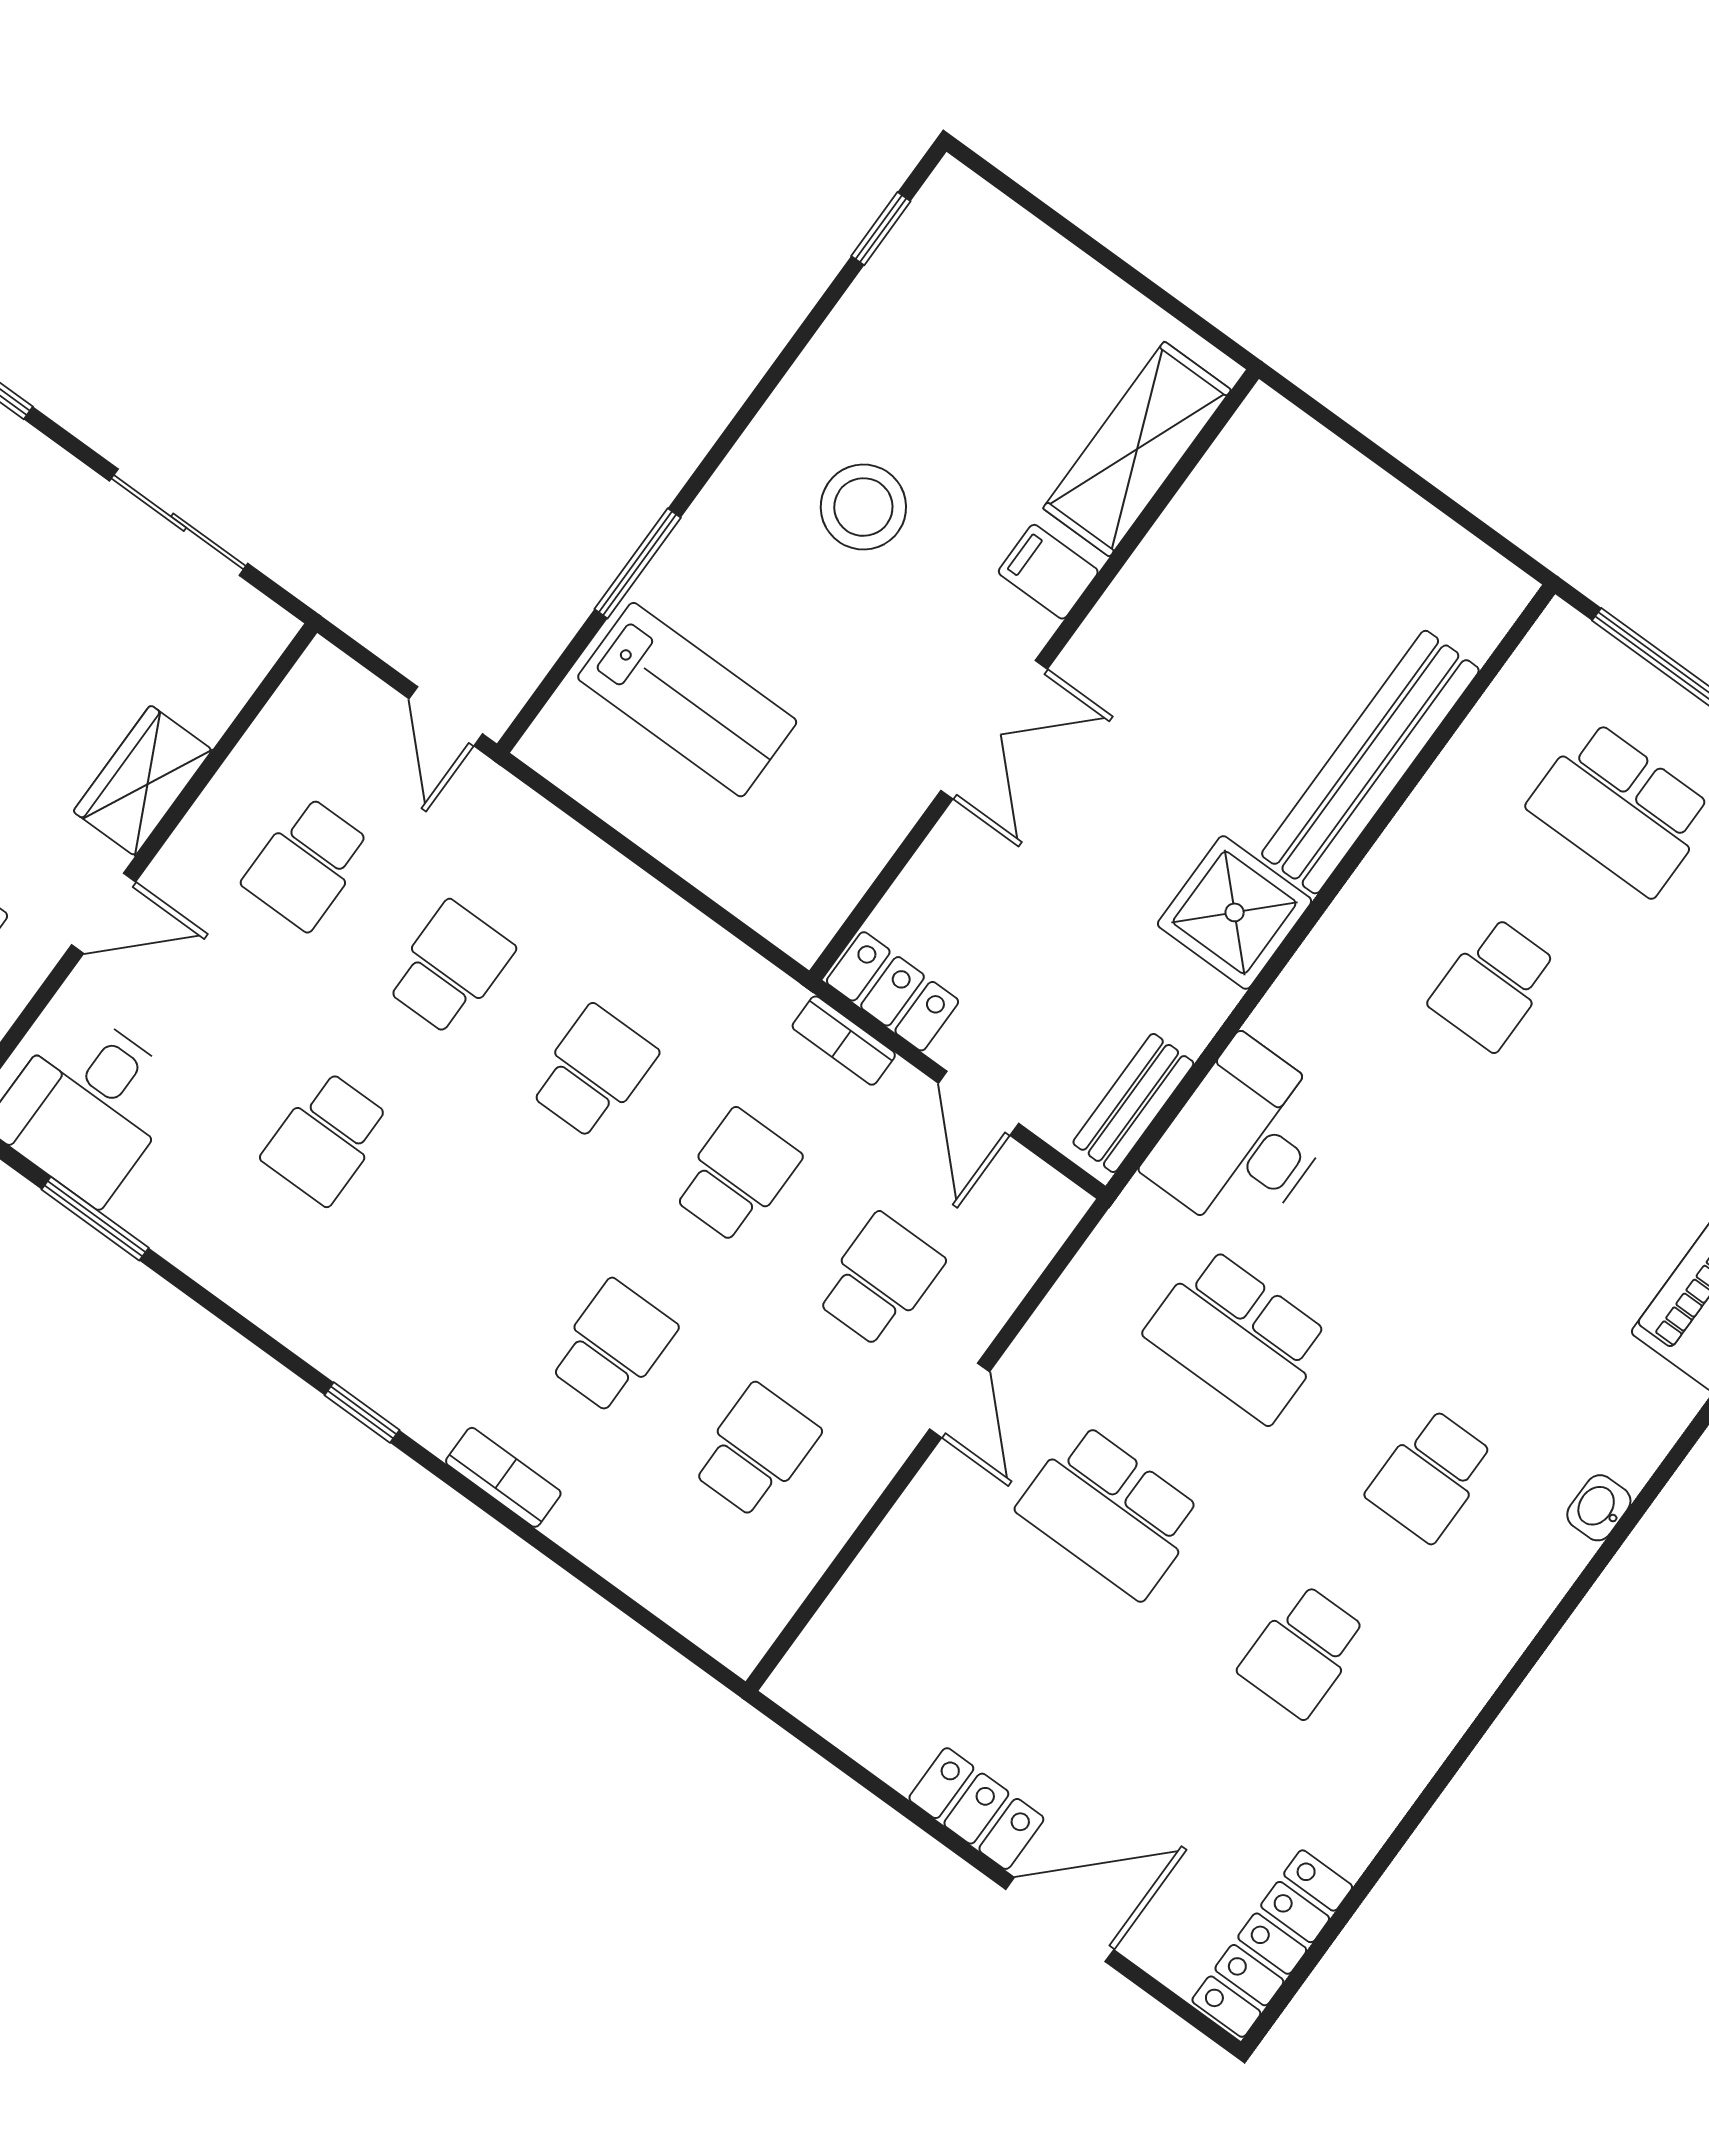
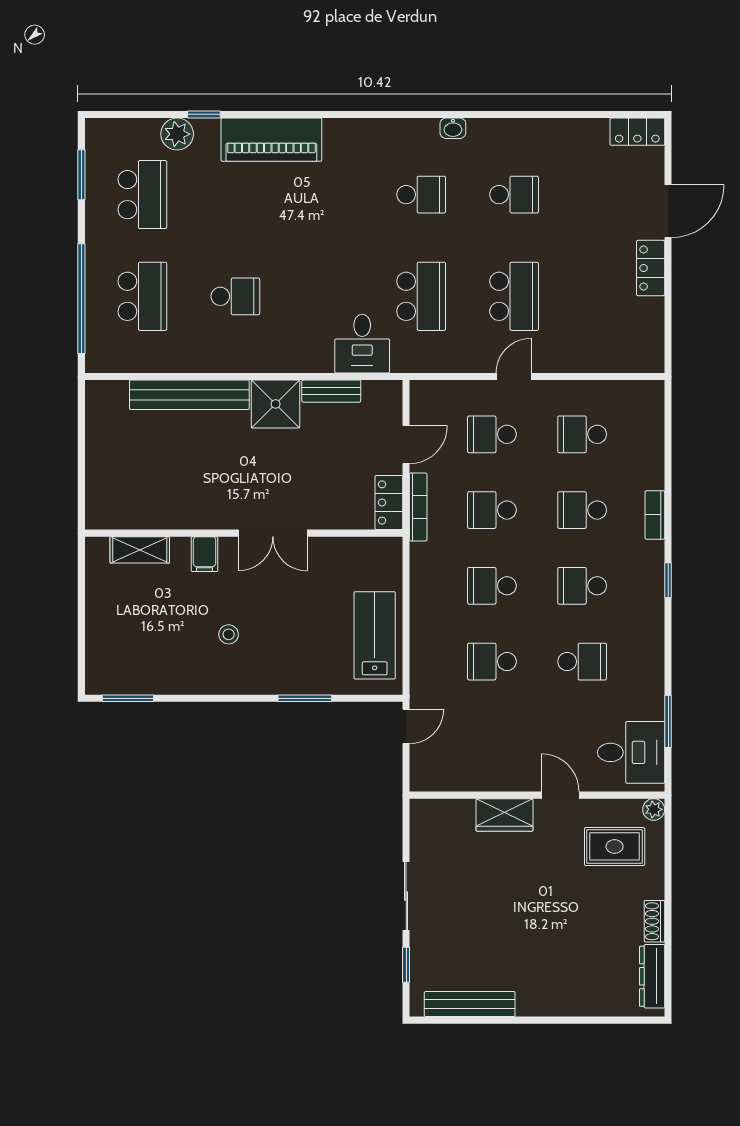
window: (881, 229) -> (128, 698), width x1.50
shelving: (1137, 449) -> (140, 550), width x0.67, depth x0.75
stool: (863, 507) -> (229, 634), width x0.53, depth x0.53
sliding door: (179, 522) -> (406, 896), moved
lab bench: (687, 700) -> (375, 635), moved
double door: (994, 730) -> (273, 533), swing flipped
school desk: (307, 864) -> (582, 586), moved, turned 180
bookcase: (844, 1041) -> (418, 507), width x1.56
bench: (1133, 1103) -> (331, 391), moved
desk: (1244, 1140) -> (362, 344), width x0.73
washbasin: (1599, 1508) -> (453, 128), moved
door: (1060, 1920) -> (668, 211), swing flipped
locker: (1272, 1944) -> (637, 132), width x0.66

